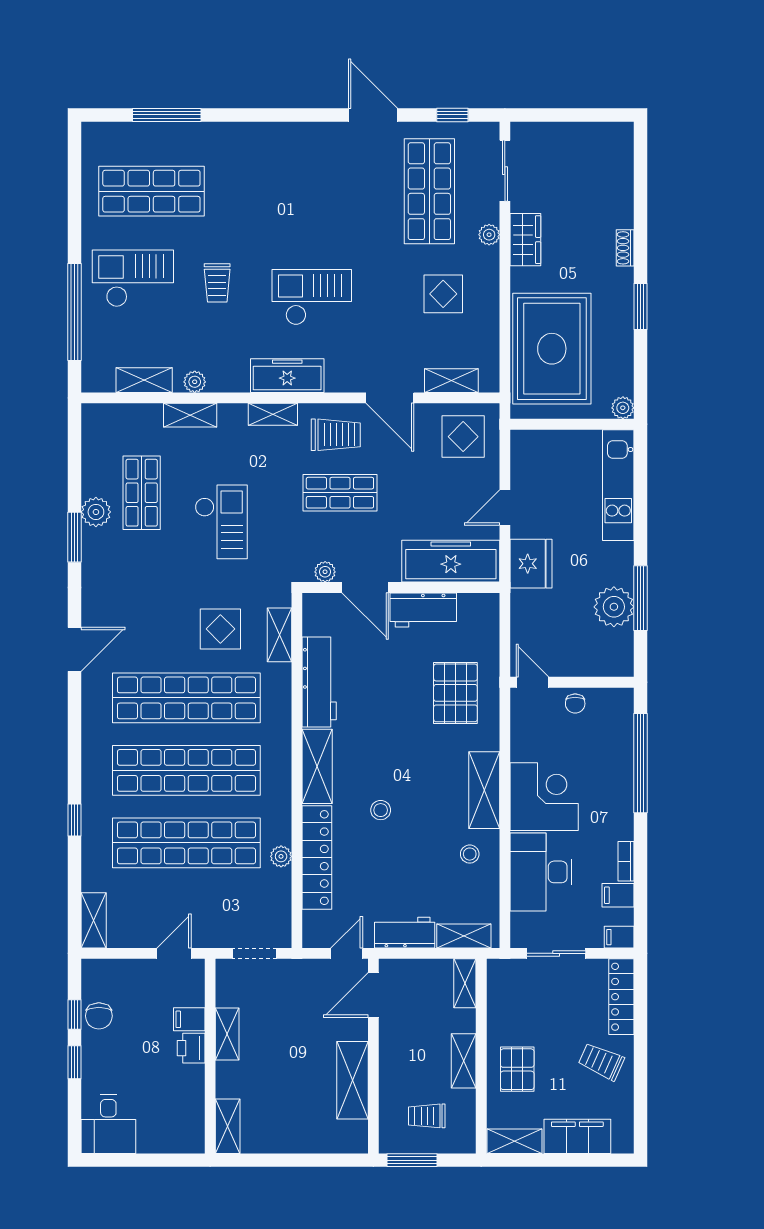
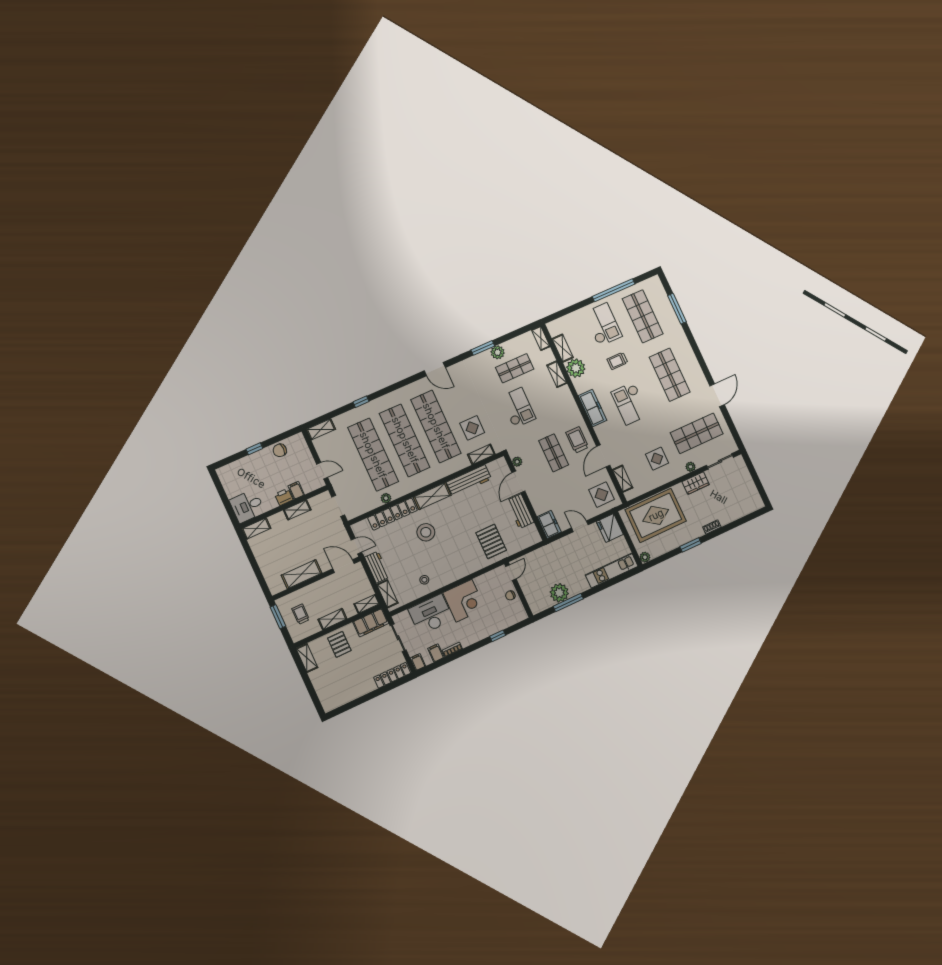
window: (452, 115) -> (733, 429), removed
shop shelf: (290, 191) -> (670, 375), added
checkout: (312, 297) -> (630, 404), turned 180
window: (75, 312) -> (613, 290), moved
plant: (195, 382) -> (576, 368), width x1.88, depth x1.88
shelving: (273, 414) -> (541, 338), moved
trolley: (336, 435) -> (577, 440), turned 180
checkout: (221, 522) -> (518, 408), turned -90
freezer: (451, 561) -> (549, 524), width x0.52, depth x0.79
fridge: (531, 564) -> (610, 528), moved, turned 90
pallet: (455, 693) -> (491, 541), turned 90
window: (641, 763) -> (498, 636), width x0.32
shelving: (484, 790) -> (455, 573), removed
stool: (381, 810) -> (426, 532), width x1.89, depth x1.89
window: (75, 1015) -> (276, 439), removed
trolley: (601, 1062) -> (360, 680), removed
pallet: (517, 1069) -> (339, 644), turned 90
desk: (108, 1124) -> (247, 506), moved
filing cabinet: (577, 1136) -> (371, 623), moved, turned 90

